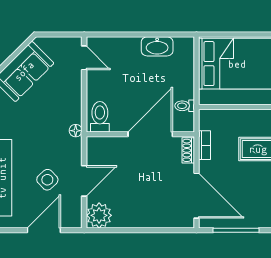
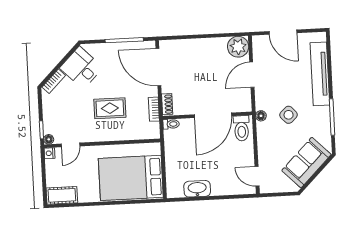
toilet: (185, 106) -> (171, 124), moved
door: (150, 134) -> (213, 115), moved
side table: (47, 180) -> (289, 115), moved
door: (44, 230) -> (283, 32), hinge flipped

